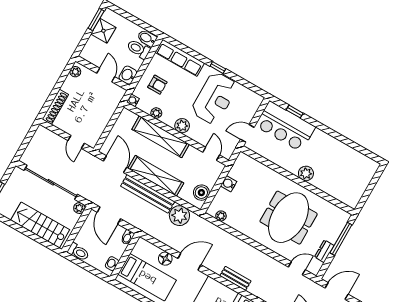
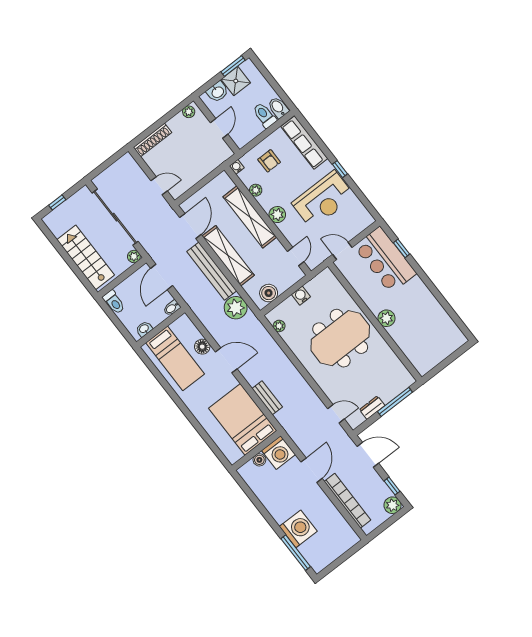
washbasin: (128, 75) -> (217, 92), moved, turned 180
door: (76, 142) -> (159, 186), swing flipped
meeting table: (289, 218) -> (340, 338), moved

